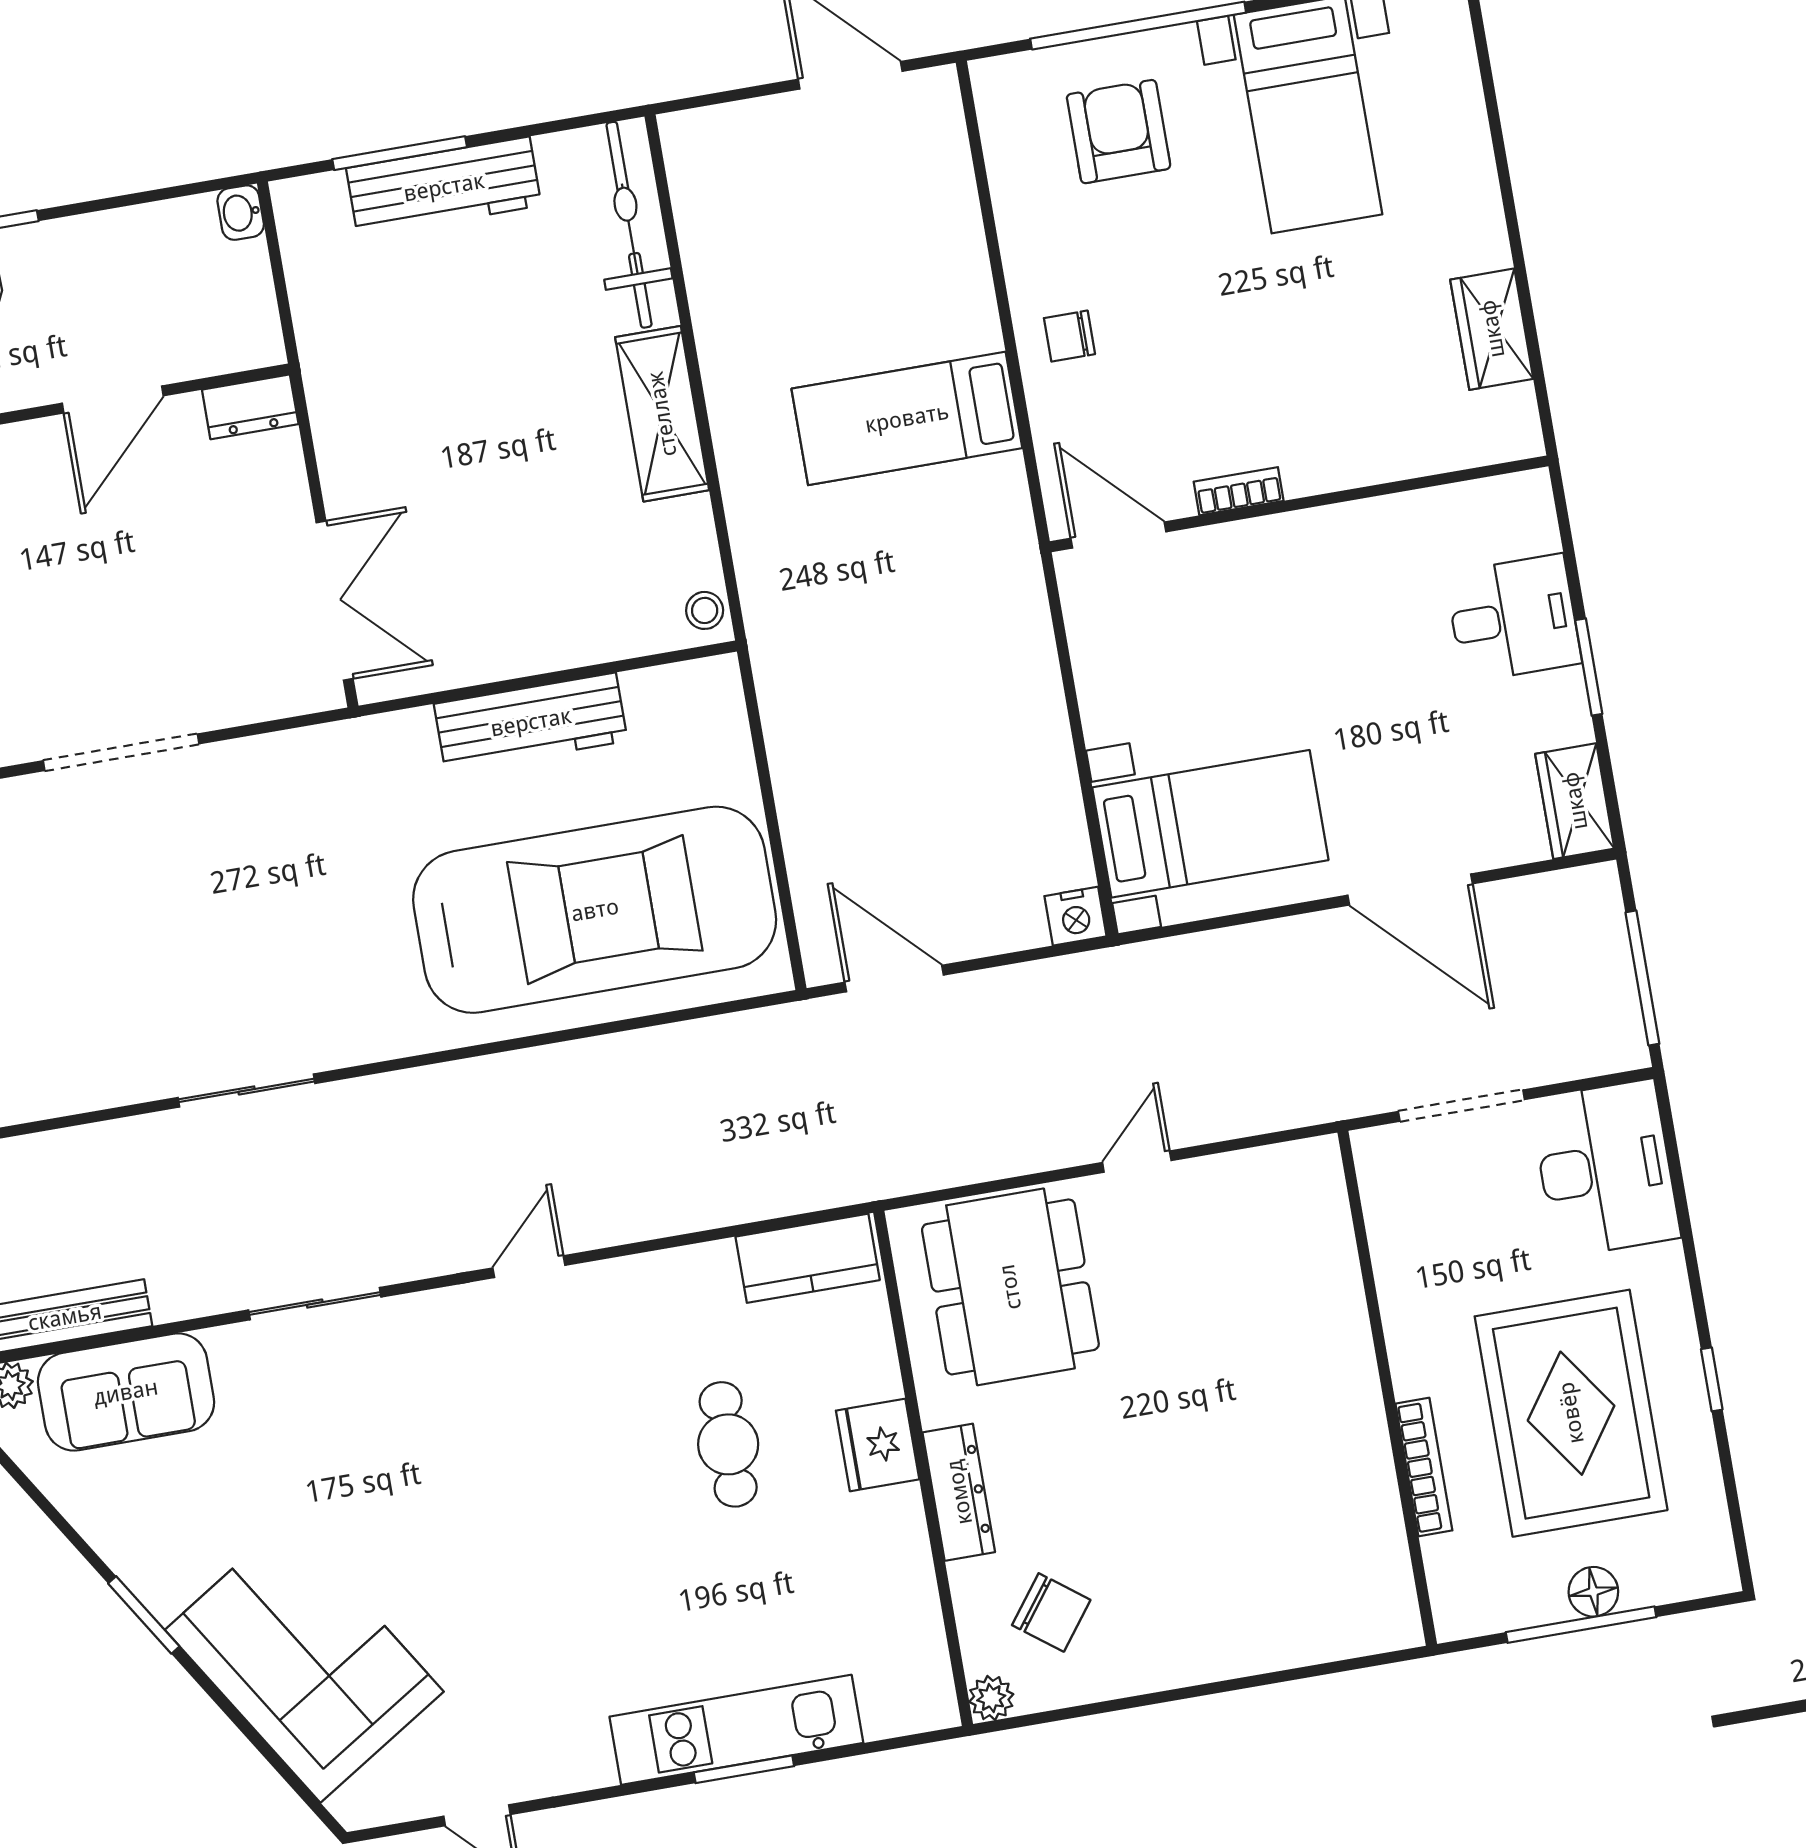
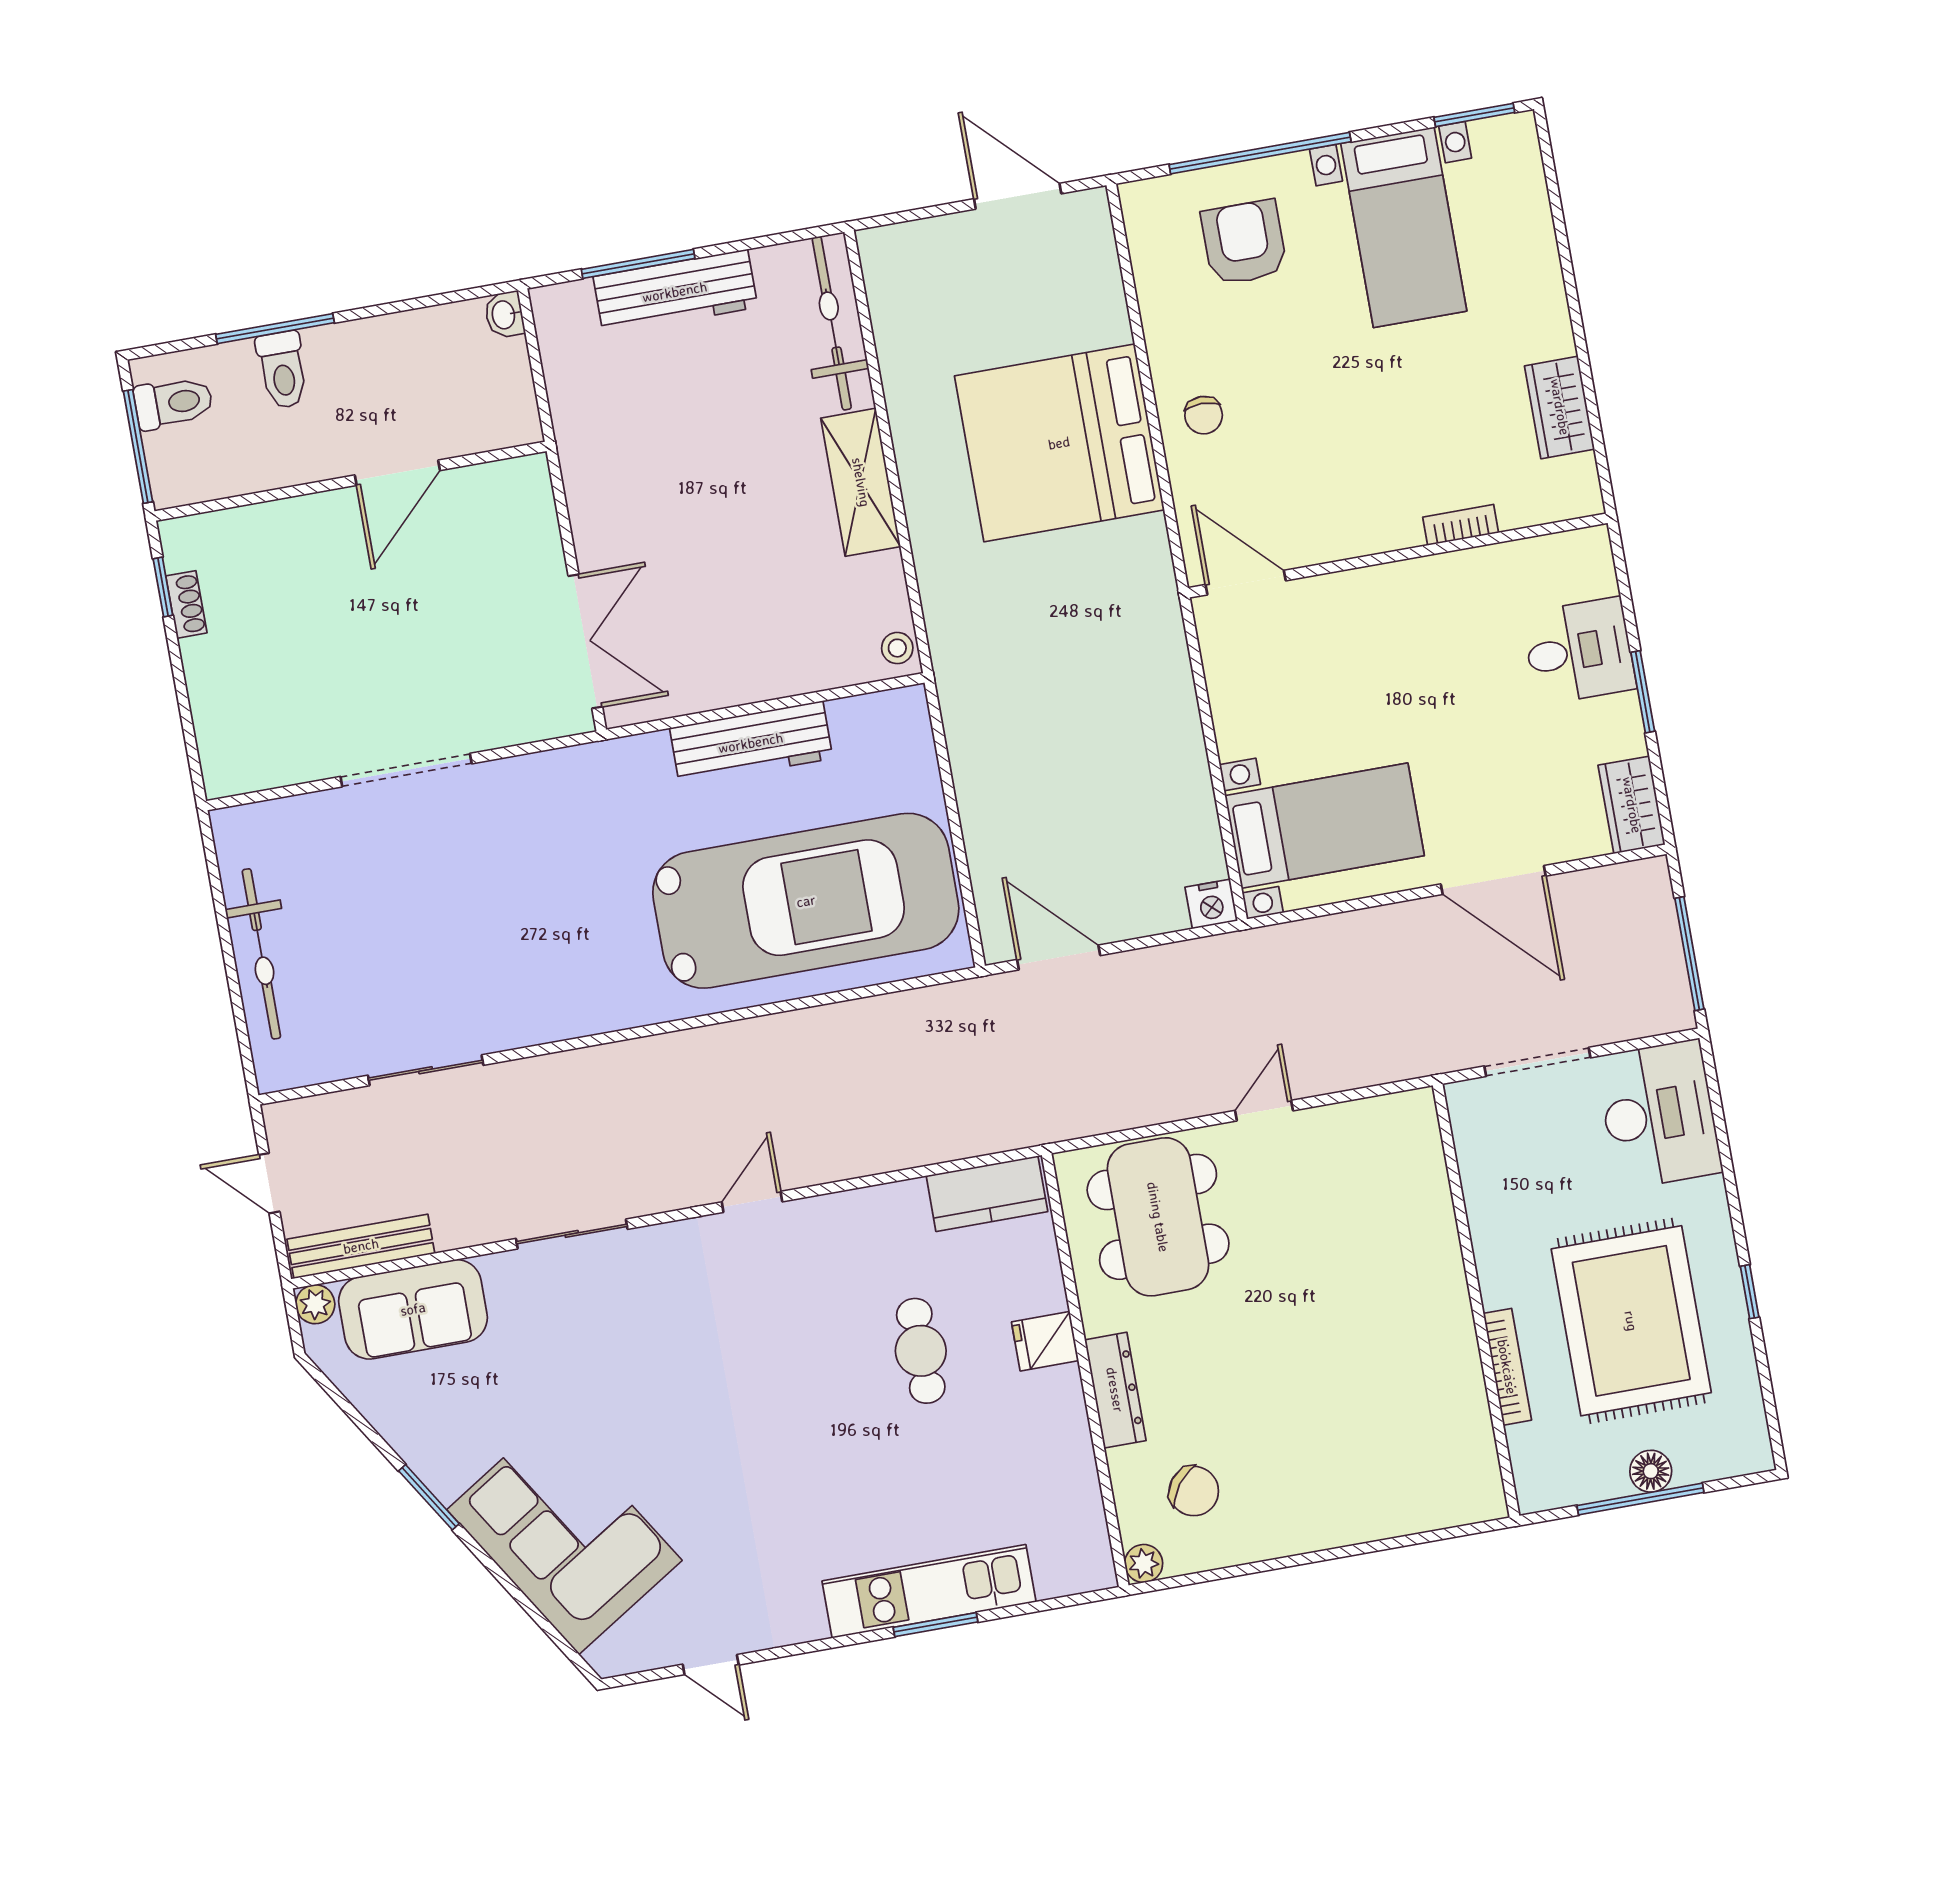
chair: (1069, 336) -> (1204, 415), turned -90
dresser: (250, 407) -> (513, 478), removed
bed: (907, 418) -> (1059, 443), width x2.04
bookcase: (1239, 491) -> (1461, 525), moved
sliding door: (246, 1090) -> (426, 1070), moved
fridge: (878, 1445) -> (1045, 1341), width x0.72

